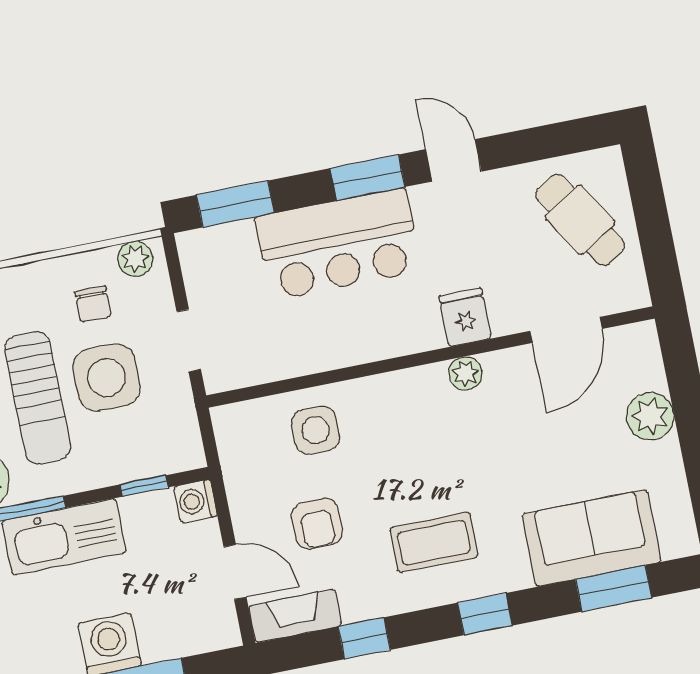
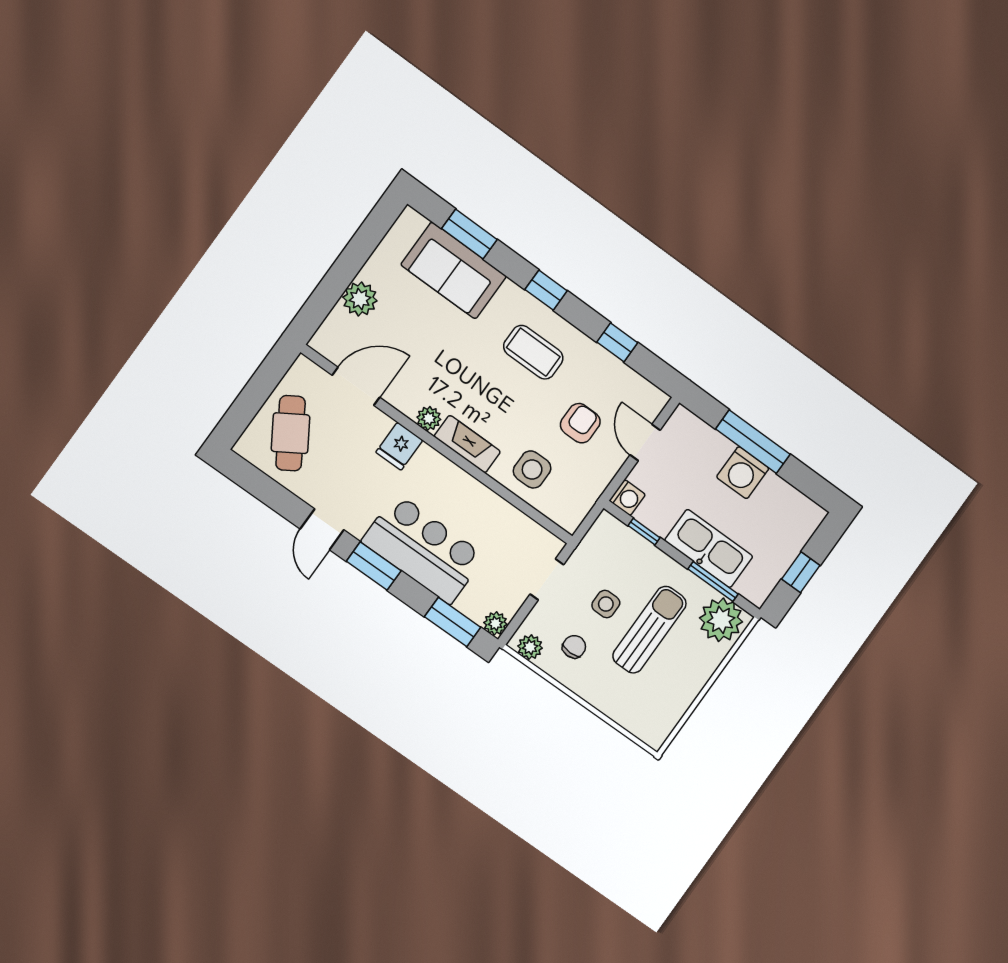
plant: (193, 246) -> (495, 623), added
side table: (106, 377) -> (606, 604), width x0.54, depth x0.54
fireplace: (295, 616) -> (467, 444), moved, turned 180

